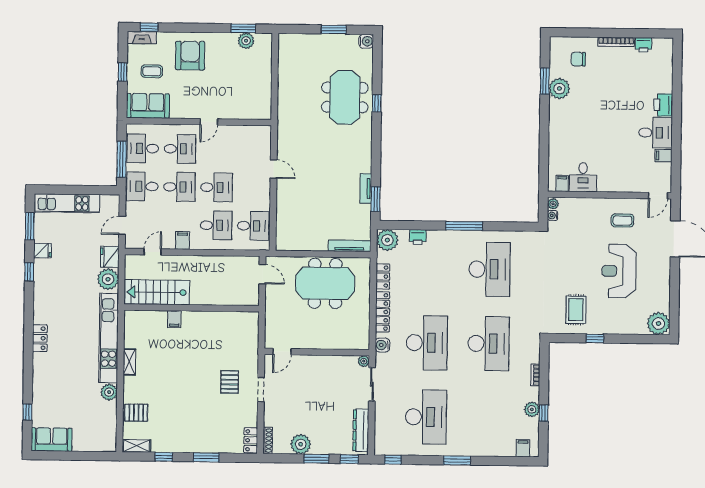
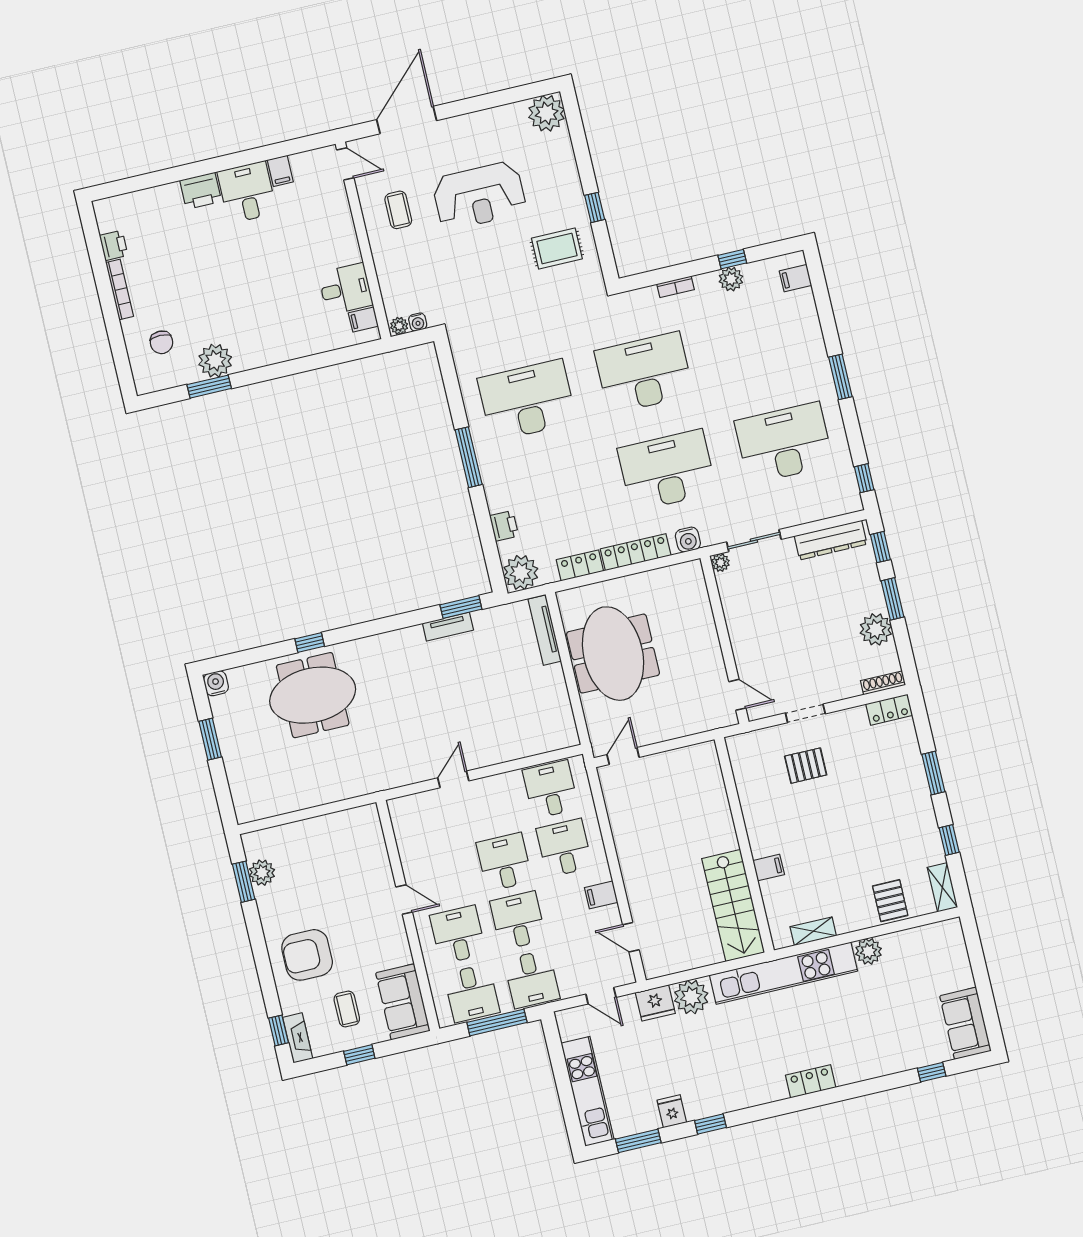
stairs: (157, 292) -> (733, 906), moved
wall: (192, 308) -> (744, 845), moved
filing cabinet: (174, 319) -> (769, 868), moved

